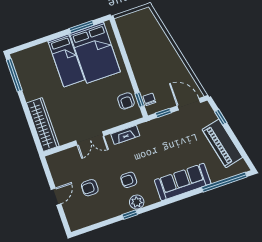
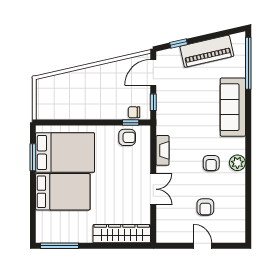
bed: (66, 60) -> (63, 192), width x1.50
window: (130, 215) -> (248, 175), removed

